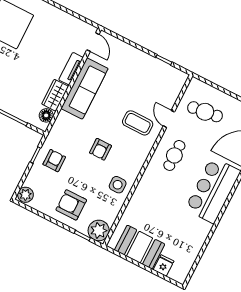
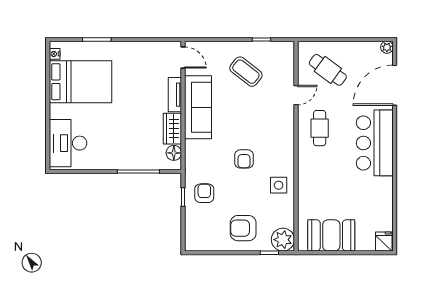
cafe table: (205, 112) -> (328, 70), turned 43
door: (169, 119) -> (296, 95), swing flipped
coffee table: (138, 123) -> (246, 72), moved, turned 38
plant: (25, 195) -> (193, 241), removed
fridge: (164, 266) -> (384, 241), moved

